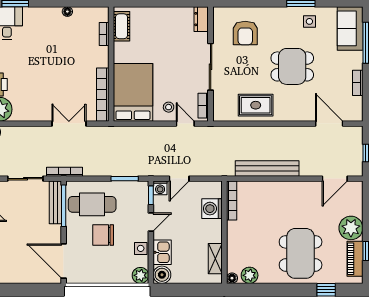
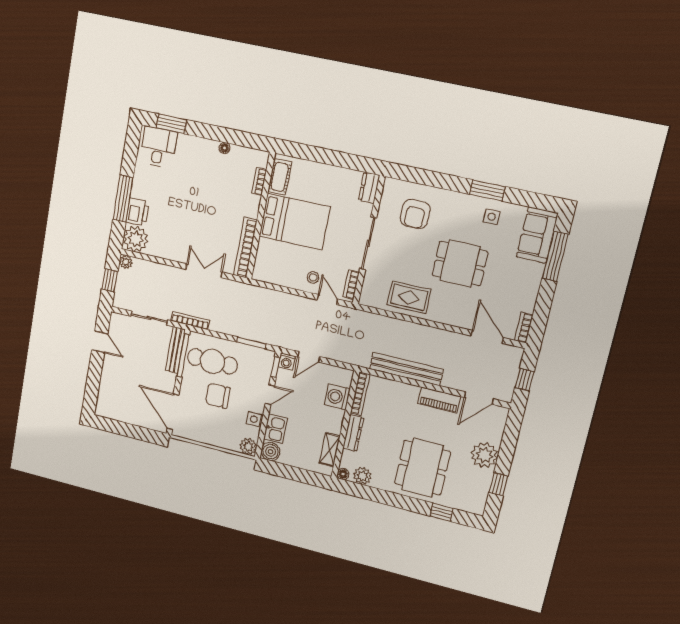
bookcase: (358, 83) -> (524, 328), moved
bed: (133, 92) -> (295, 222), moved, turned 90
dresser: (233, 238) -> (353, 433), added
piano: (355, 259) -> (439, 400), moved, turned -90

